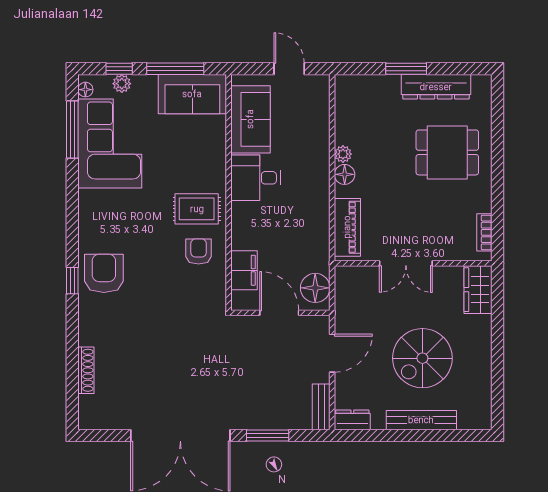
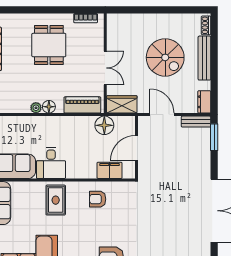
dining table: (447, 152) -> (49, 45), moved
rug: (197, 209) -> (56, 200), moved
floor lamp: (315, 288) -> (104, 125), moved
wardrobe: (478, 290) -> (122, 104), moved, turned 180
shoe rack: (473, 423) -> (206, 25), added
window: (268, 436) -> (214, 137), moved

